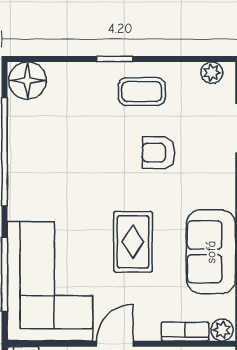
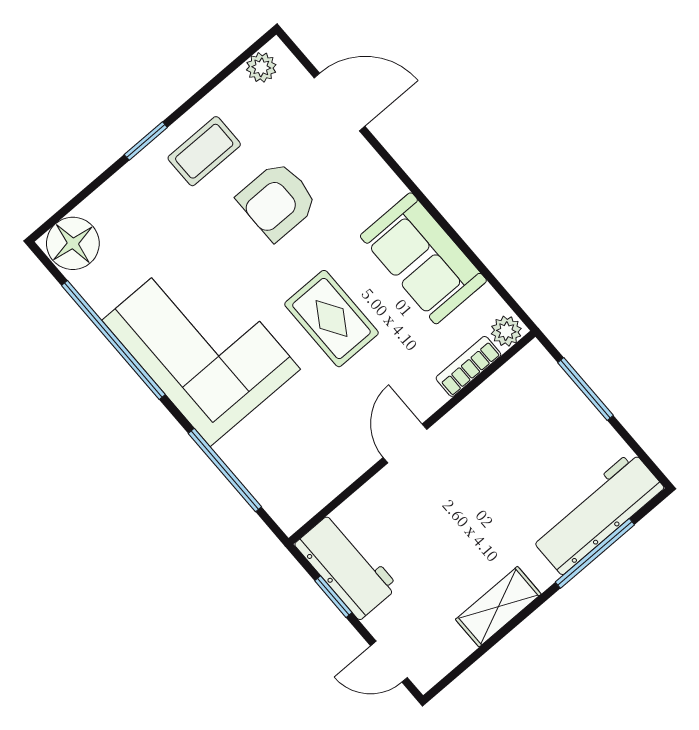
armchair: (158, 153) -> (277, 201), width x1.38, depth x1.38
corner sofa: (50, 281) -> (201, 345), moved

